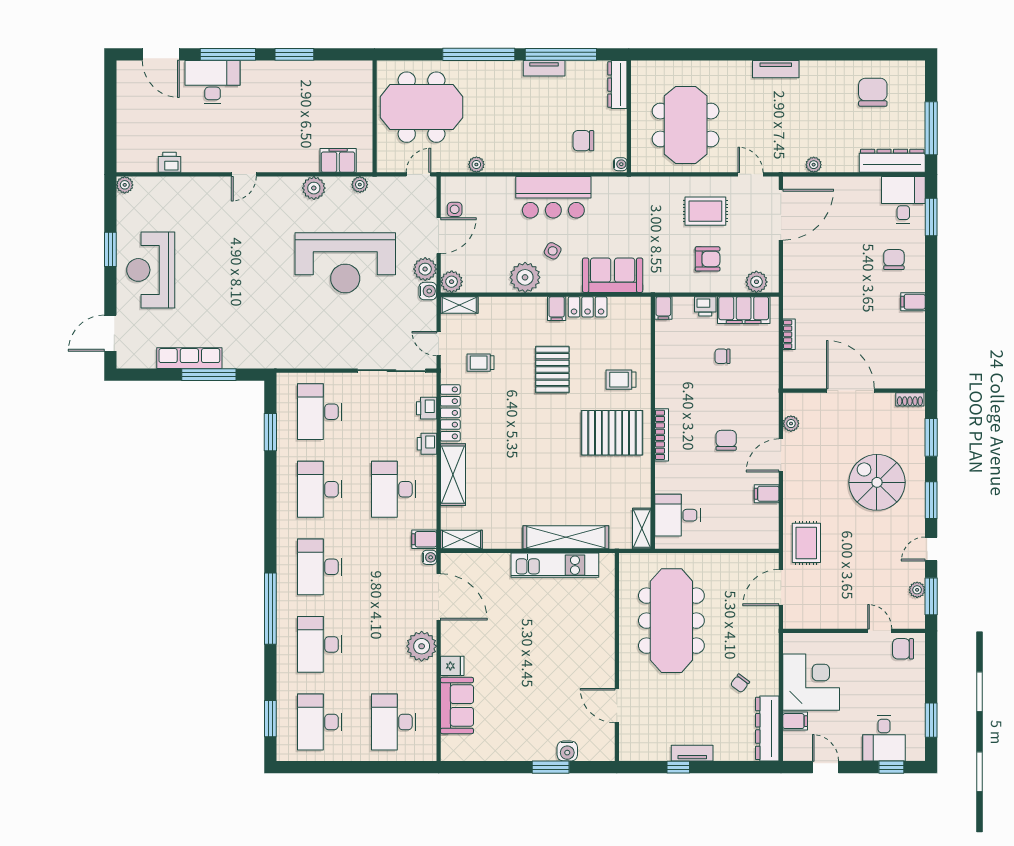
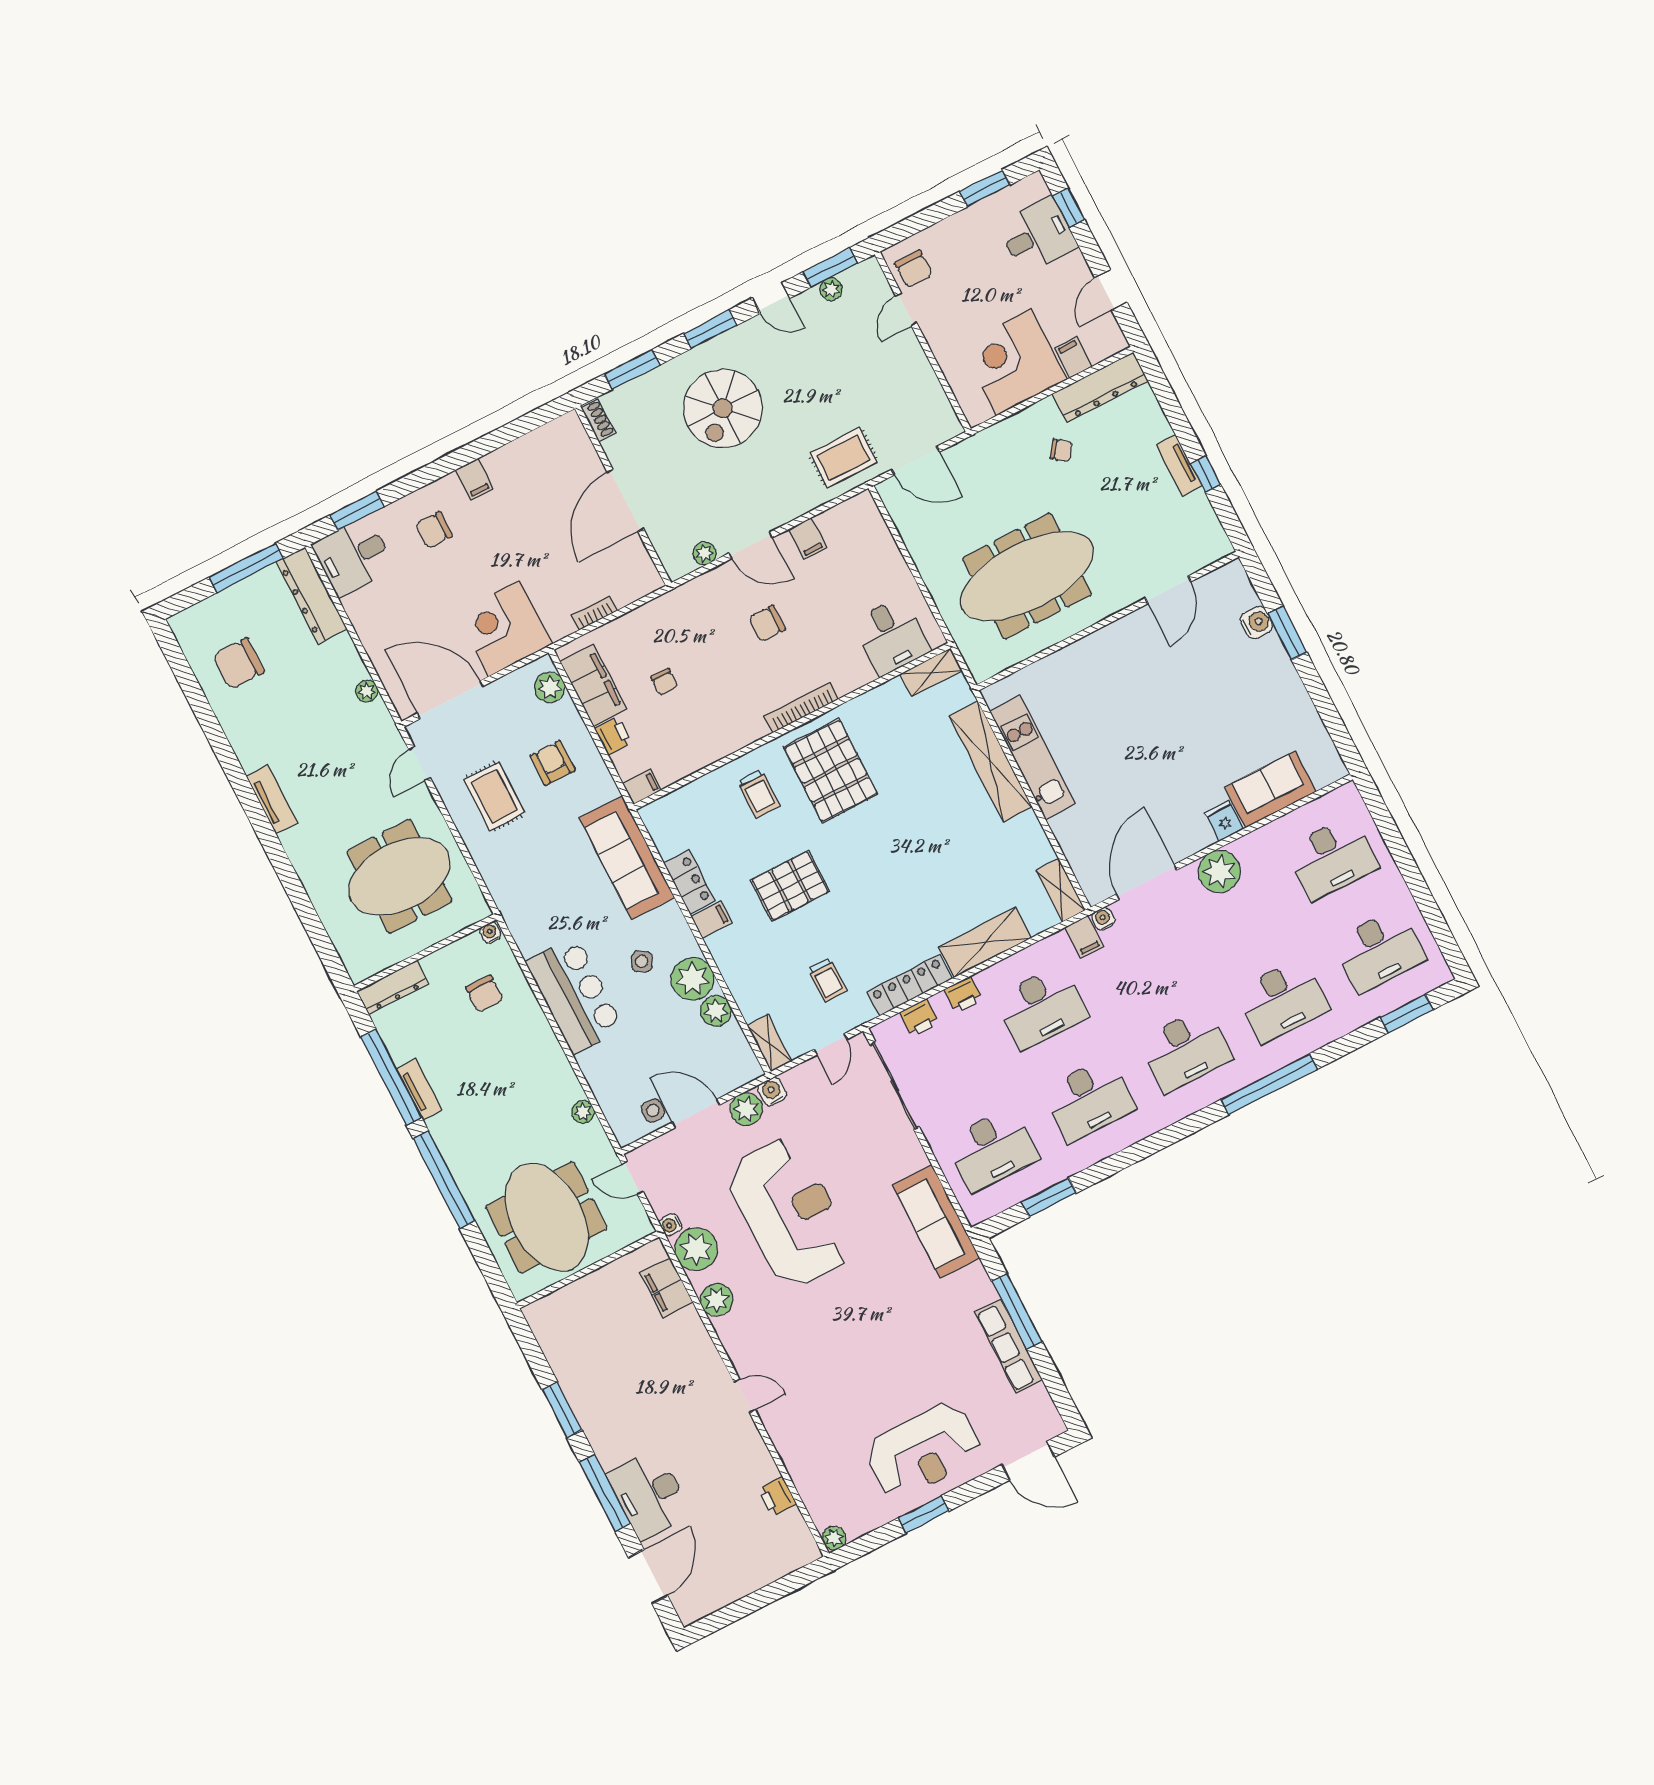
water cooler: (376, 183) -> (671, 1225), added
plant: (360, 185) -> (696, 1249), width x1.87, depth x1.87
corner desk: (809, 272) -> (504, 628), added
sofa: (613, 275) -> (627, 858), width x1.36
plant: (452, 282) -> (716, 1011), moved
sofa: (292, 353) -> (936, 1221), added

